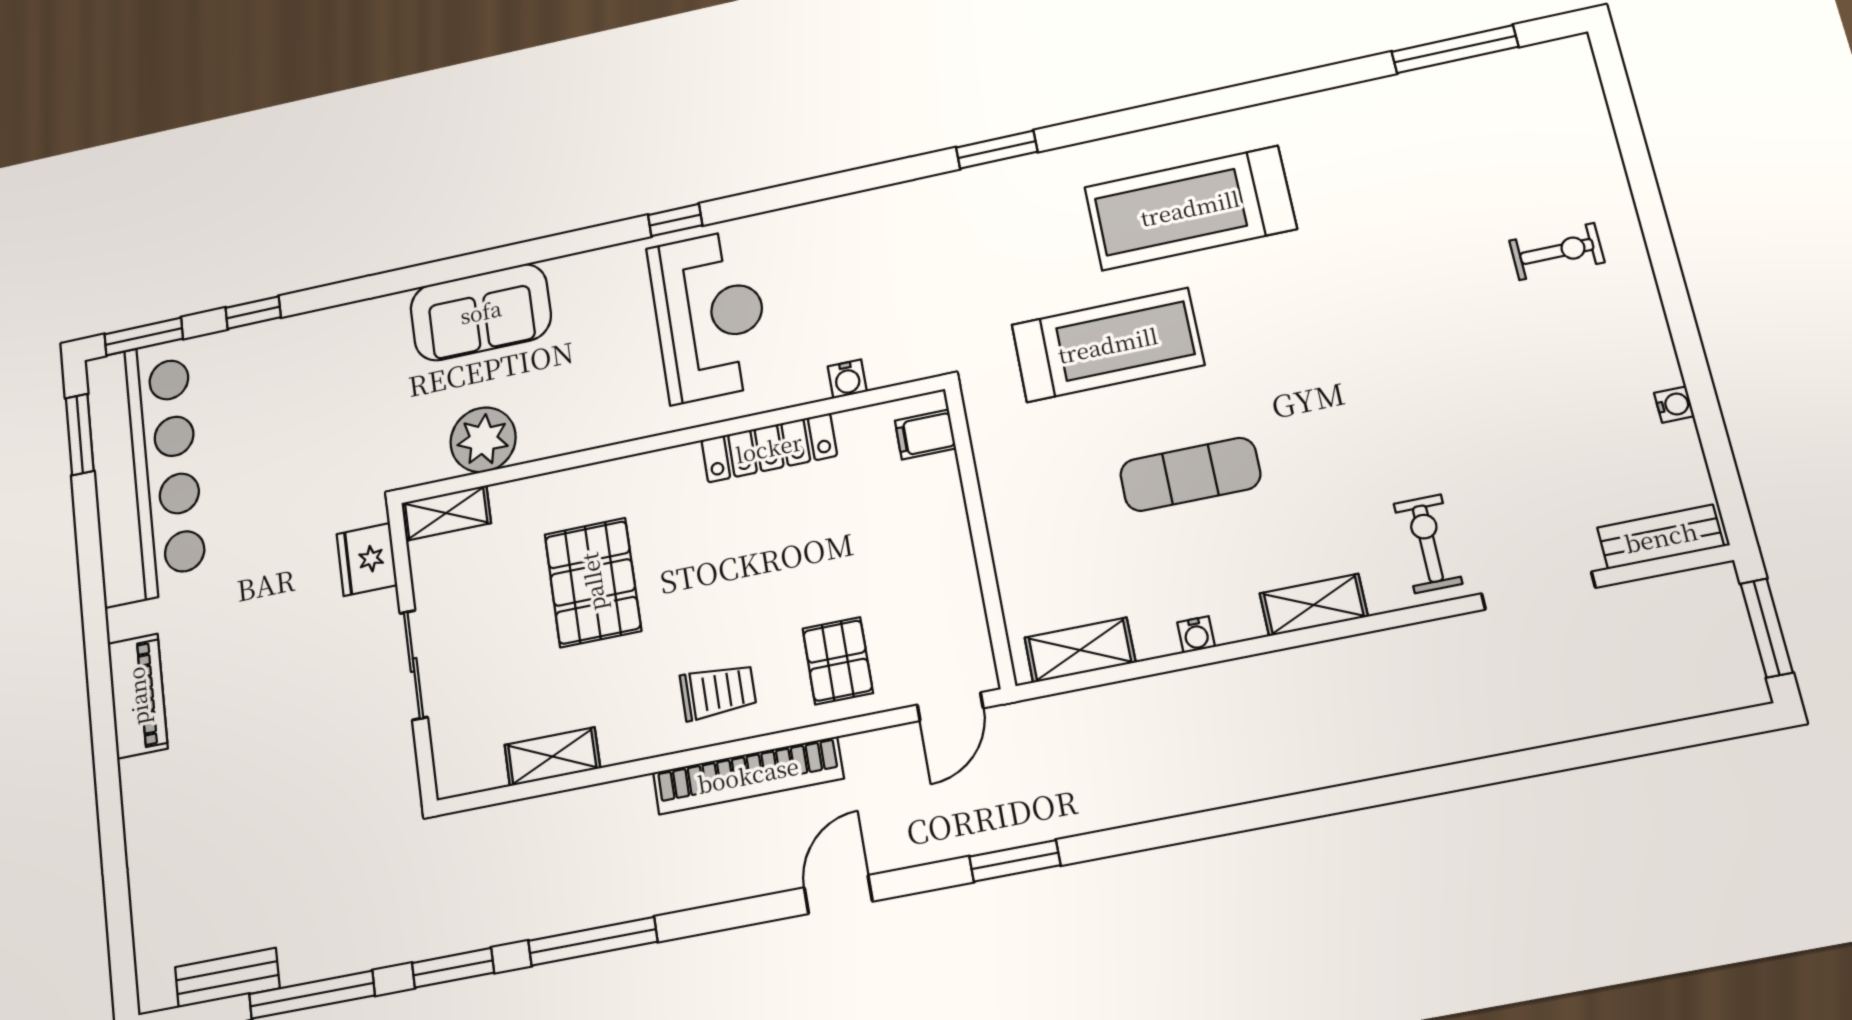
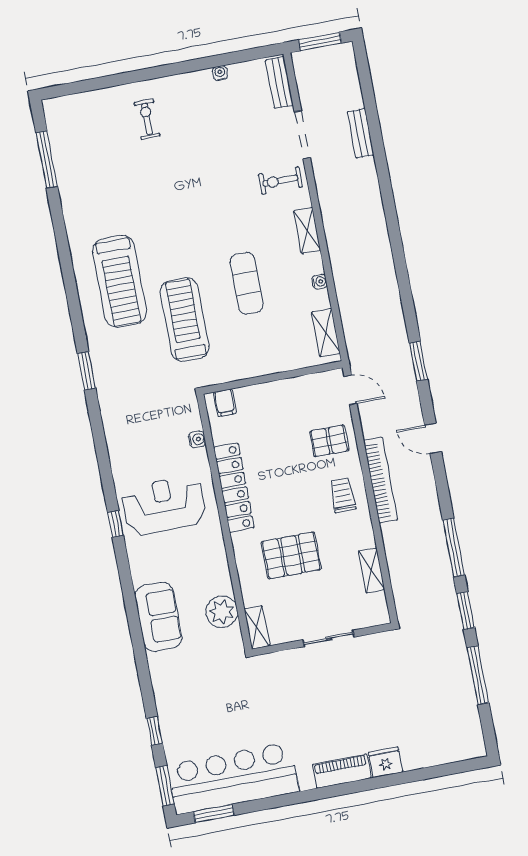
locker: (769, 448) -> (234, 488), width x1.41, depth x1.21
fridge: (367, 559) -> (385, 762), moved, turned 180
bench: (227, 978) -> (361, 133), moved

